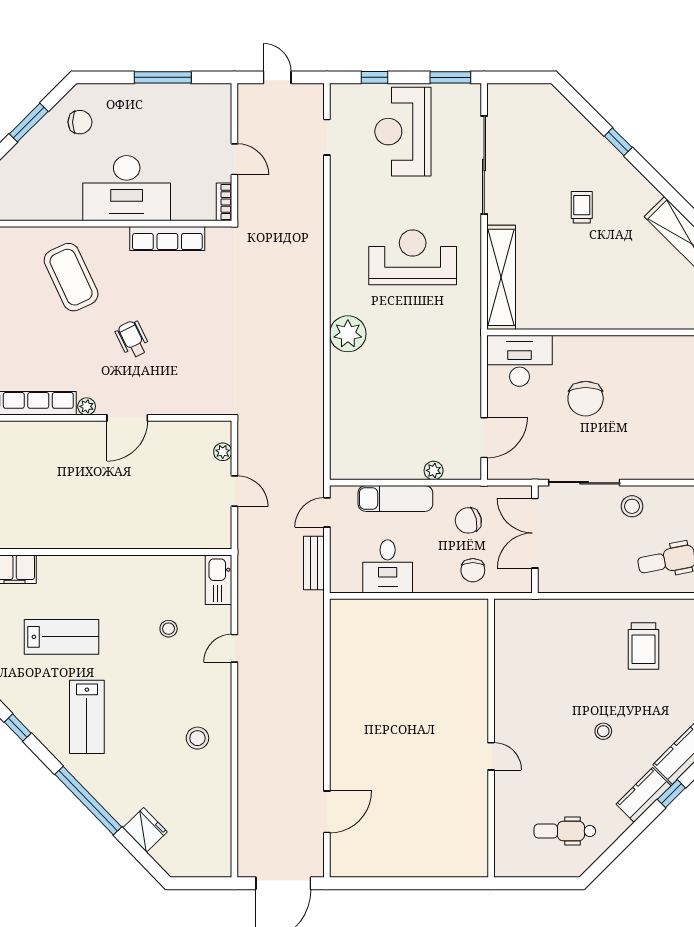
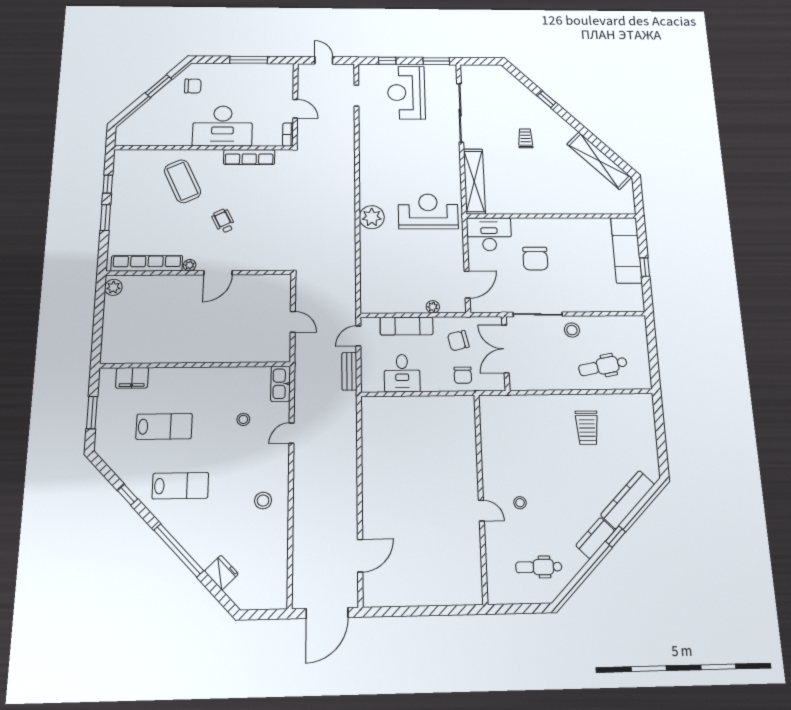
reception desk: (413, 257) -> (428, 211), moved
plant: (223, 452) -> (285, 295), removed
lab bench: (87, 717) -> (180, 486), turned -90
stool: (603, 731) -> (520, 503), moved

